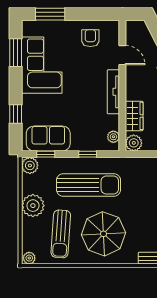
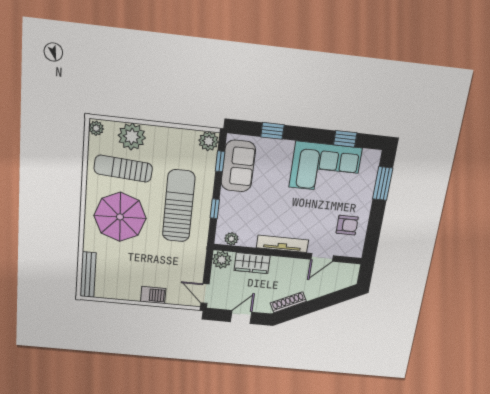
window: (16, 53) -> (345, 139), width x0.67
sun lounger: (88, 185) -> (179, 206), turned 180
plant: (33, 206) -> (132, 137), moved

